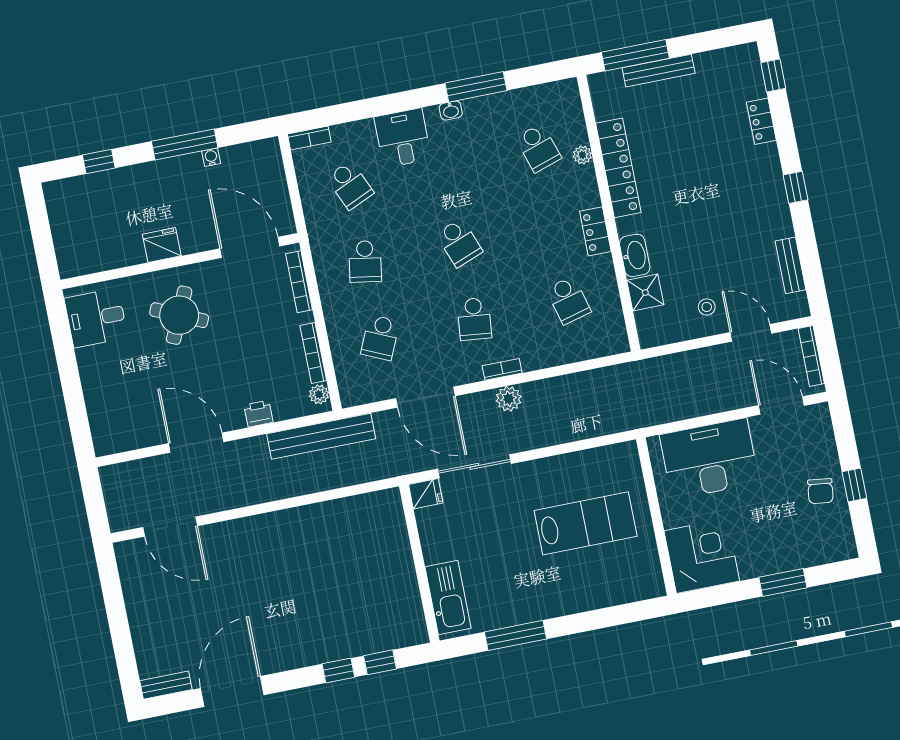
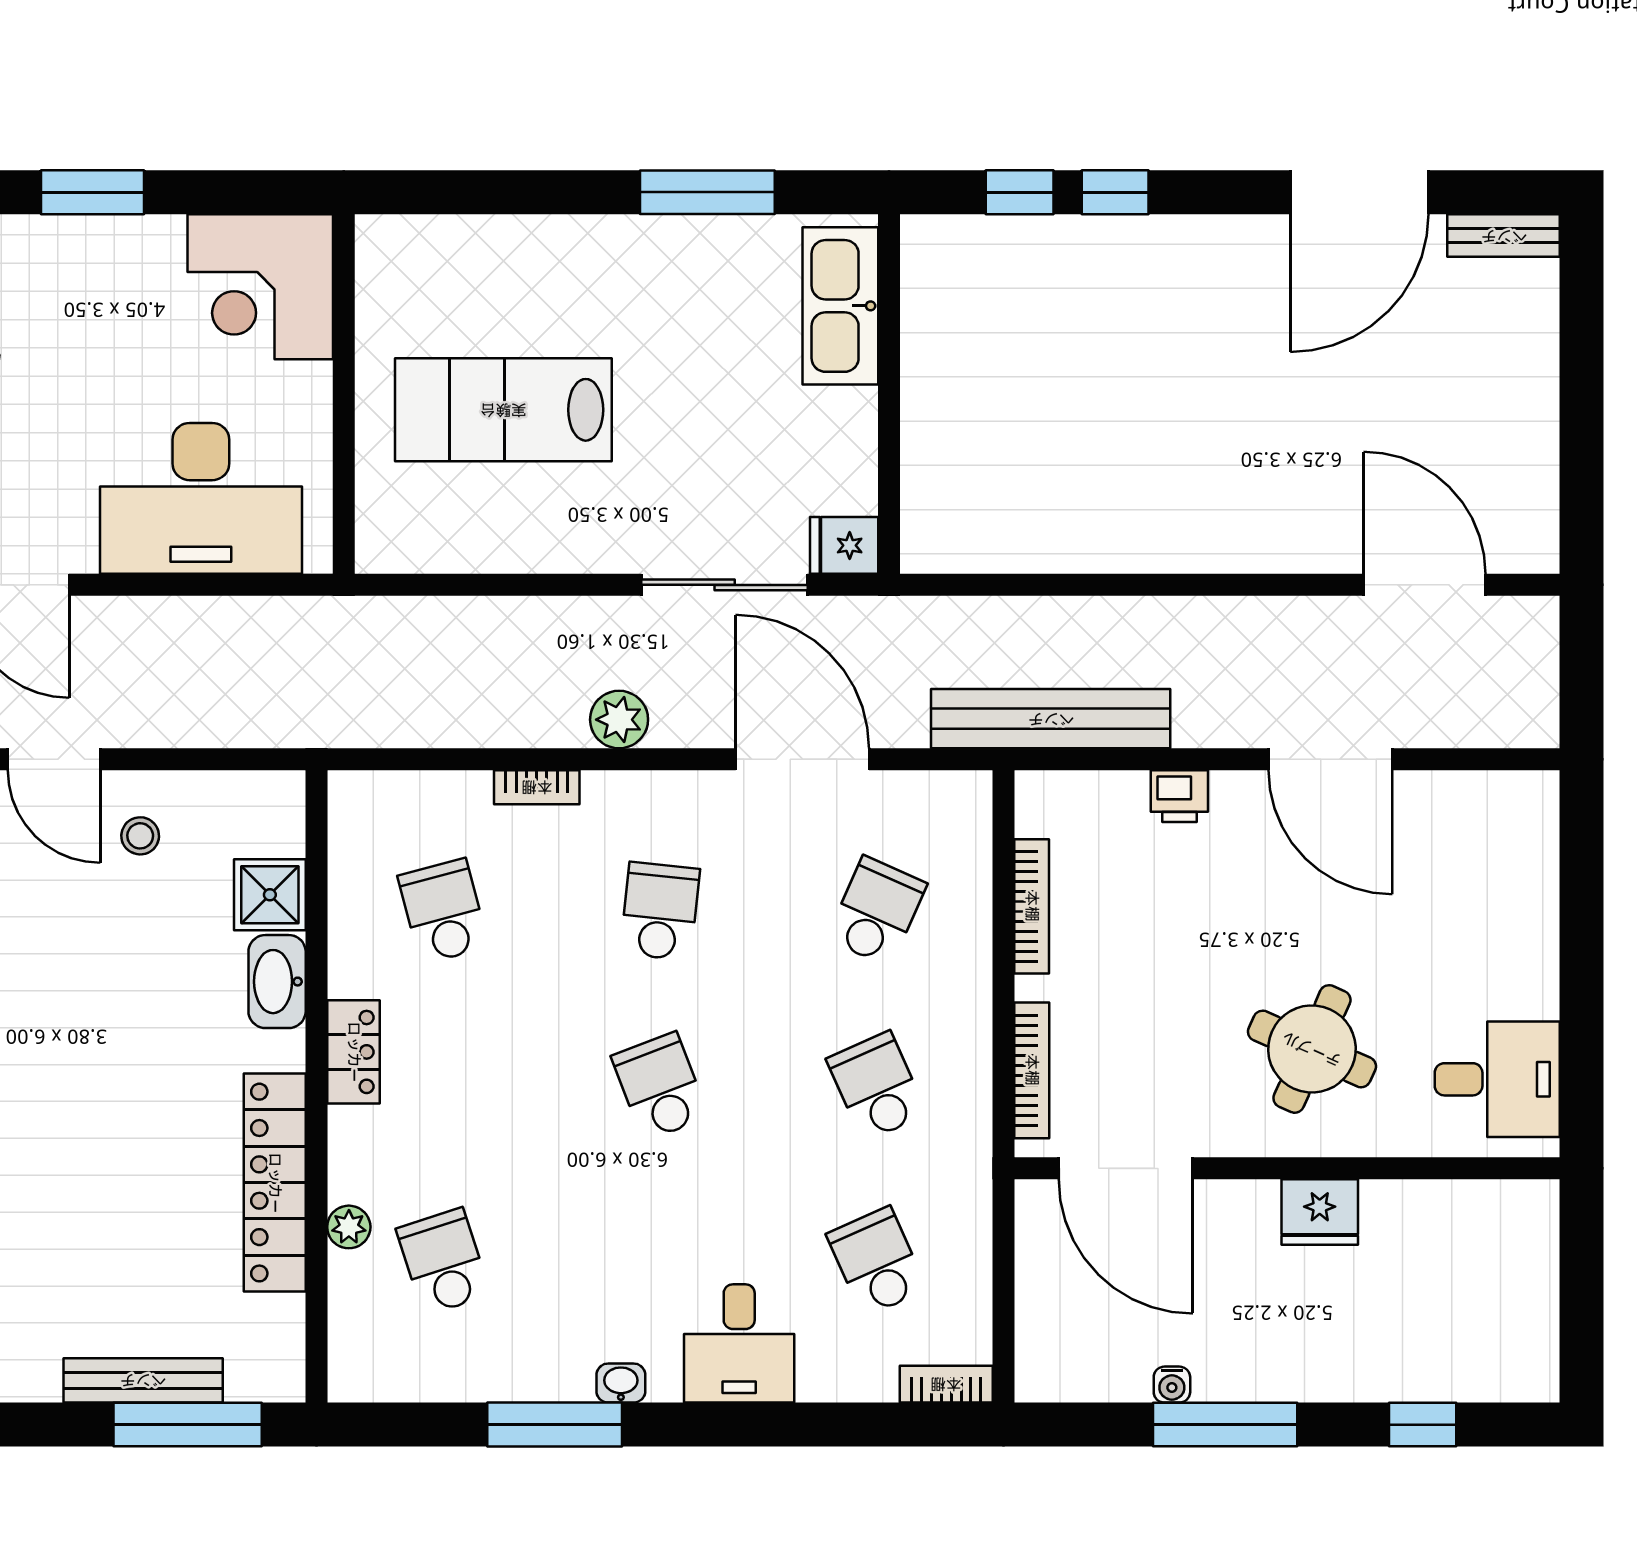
school desk: (365, 261) -> (877, 1086), turned -33
bookcase: (502, 369) -> (537, 787), moved
plant: (319, 394) -> (1037, 812), removed

